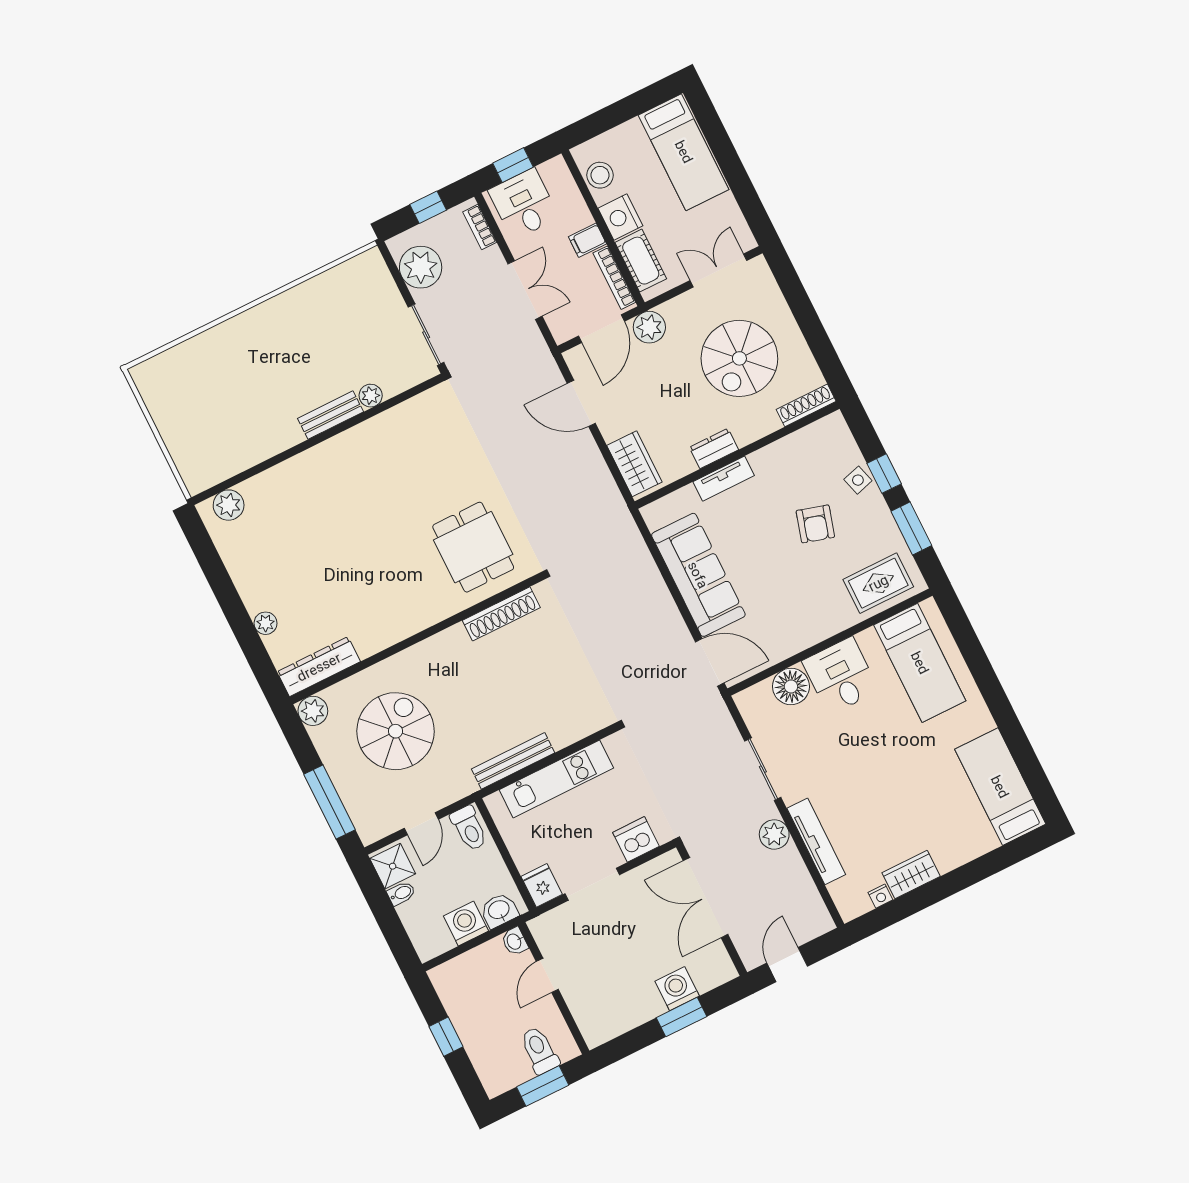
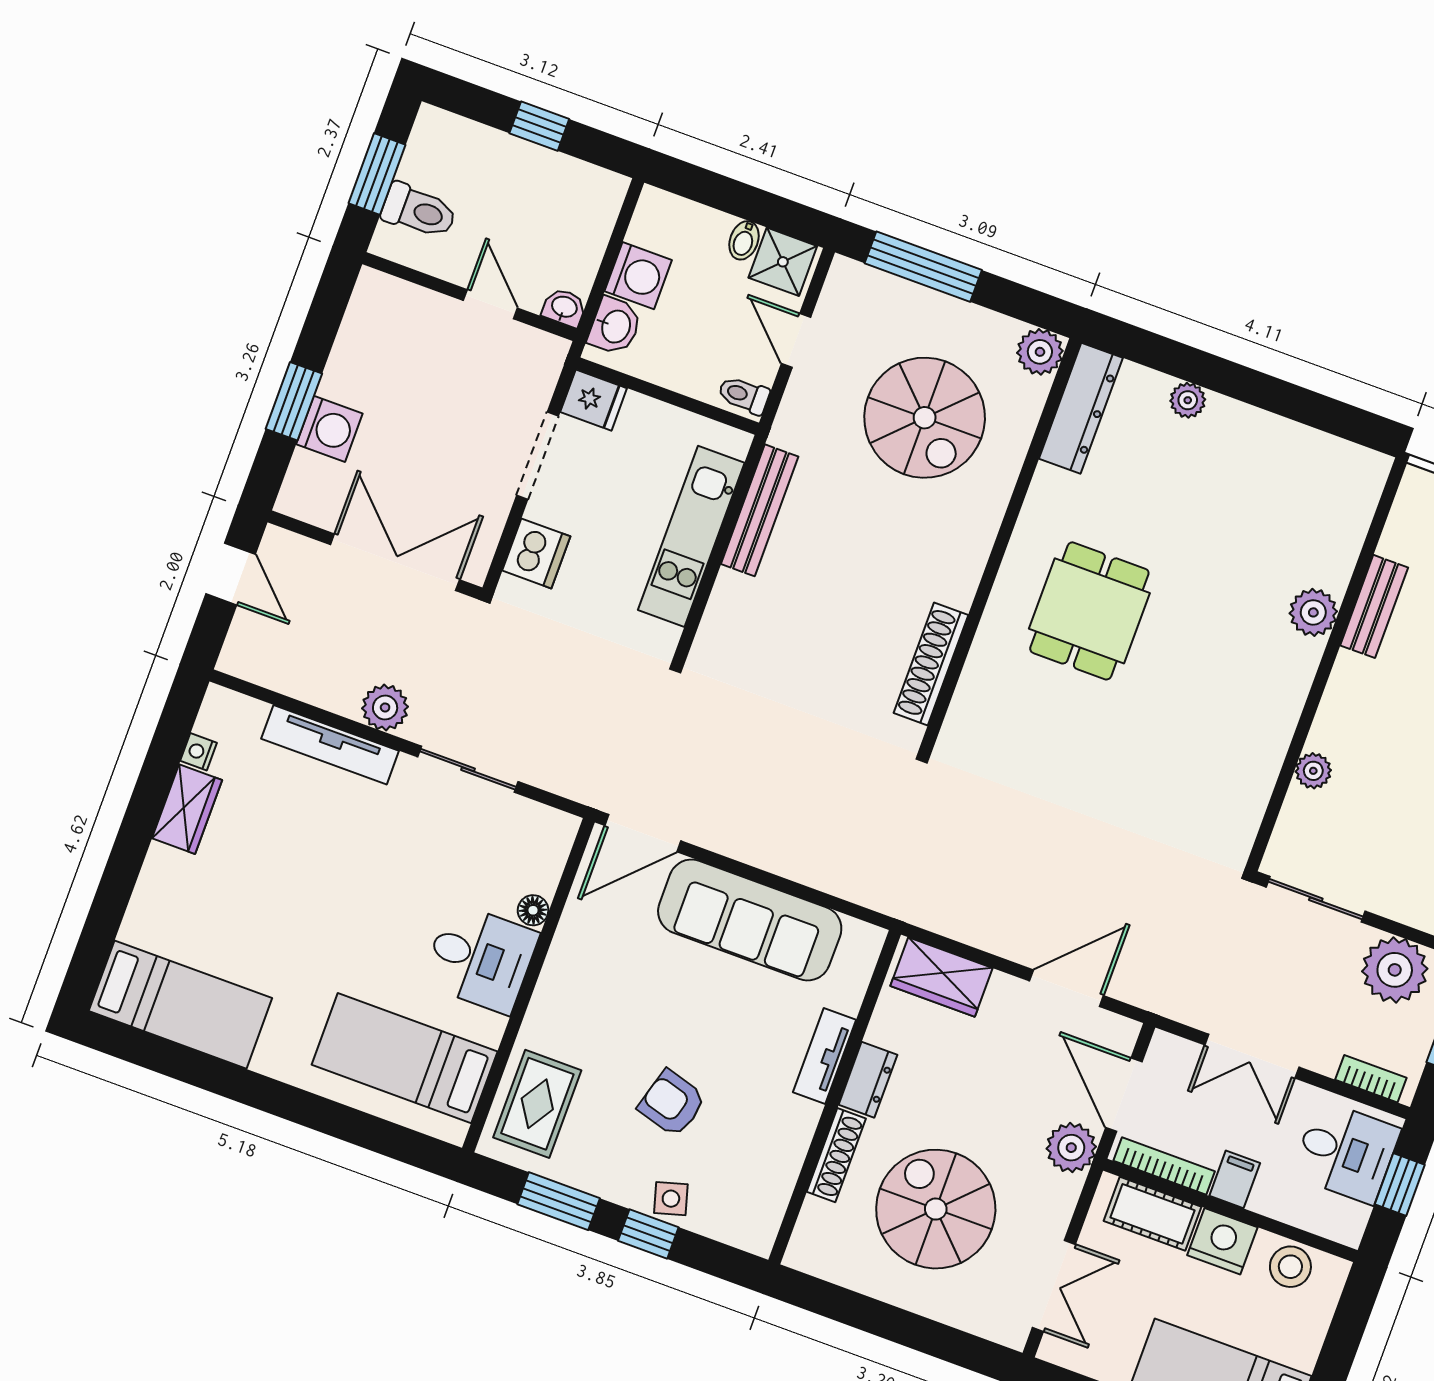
shoe rack: (806, 405) -> (836, 1155), moved
bench: (330, 415) -> (1374, 606), moved
plant: (229, 505) -> (1313, 612), moved
dining table: (473, 547) -> (1089, 611), moved, turned 90
floor lamp: (791, 686) -> (533, 910), width x0.53, depth x0.53
toilet: (469, 828) -> (744, 395), width x0.73, depth x0.72

